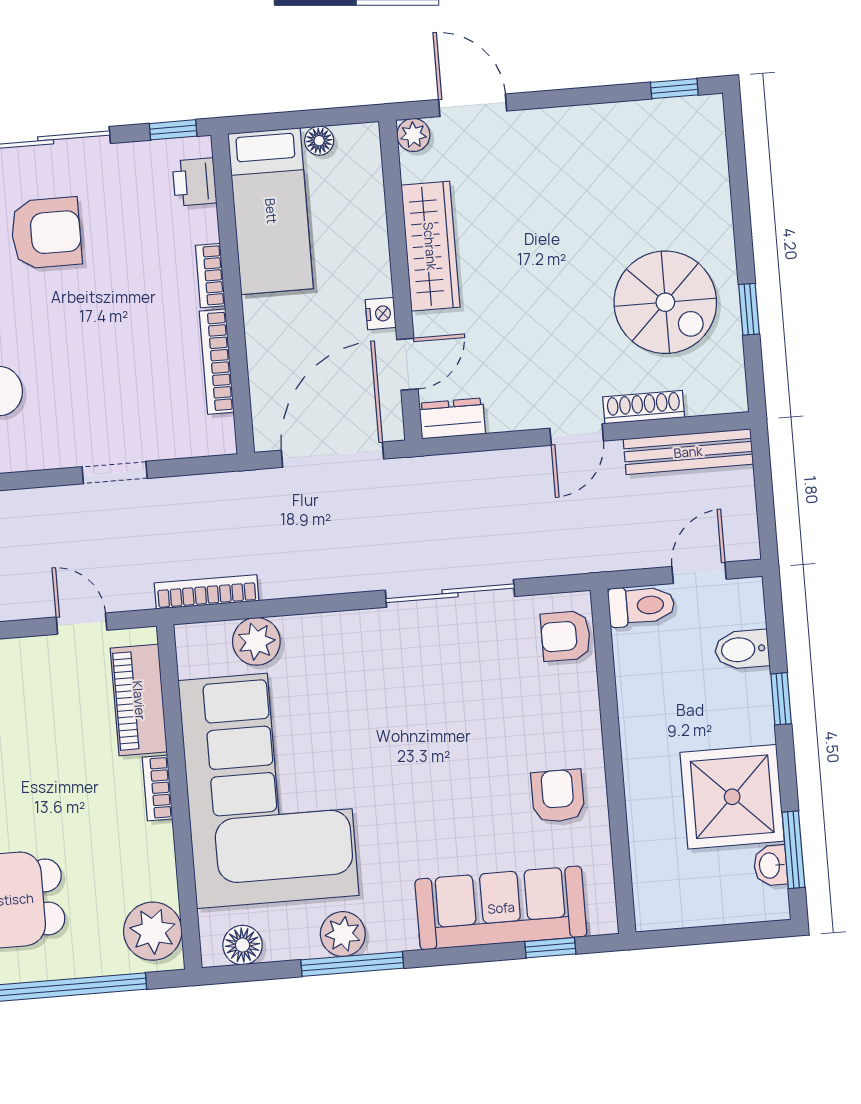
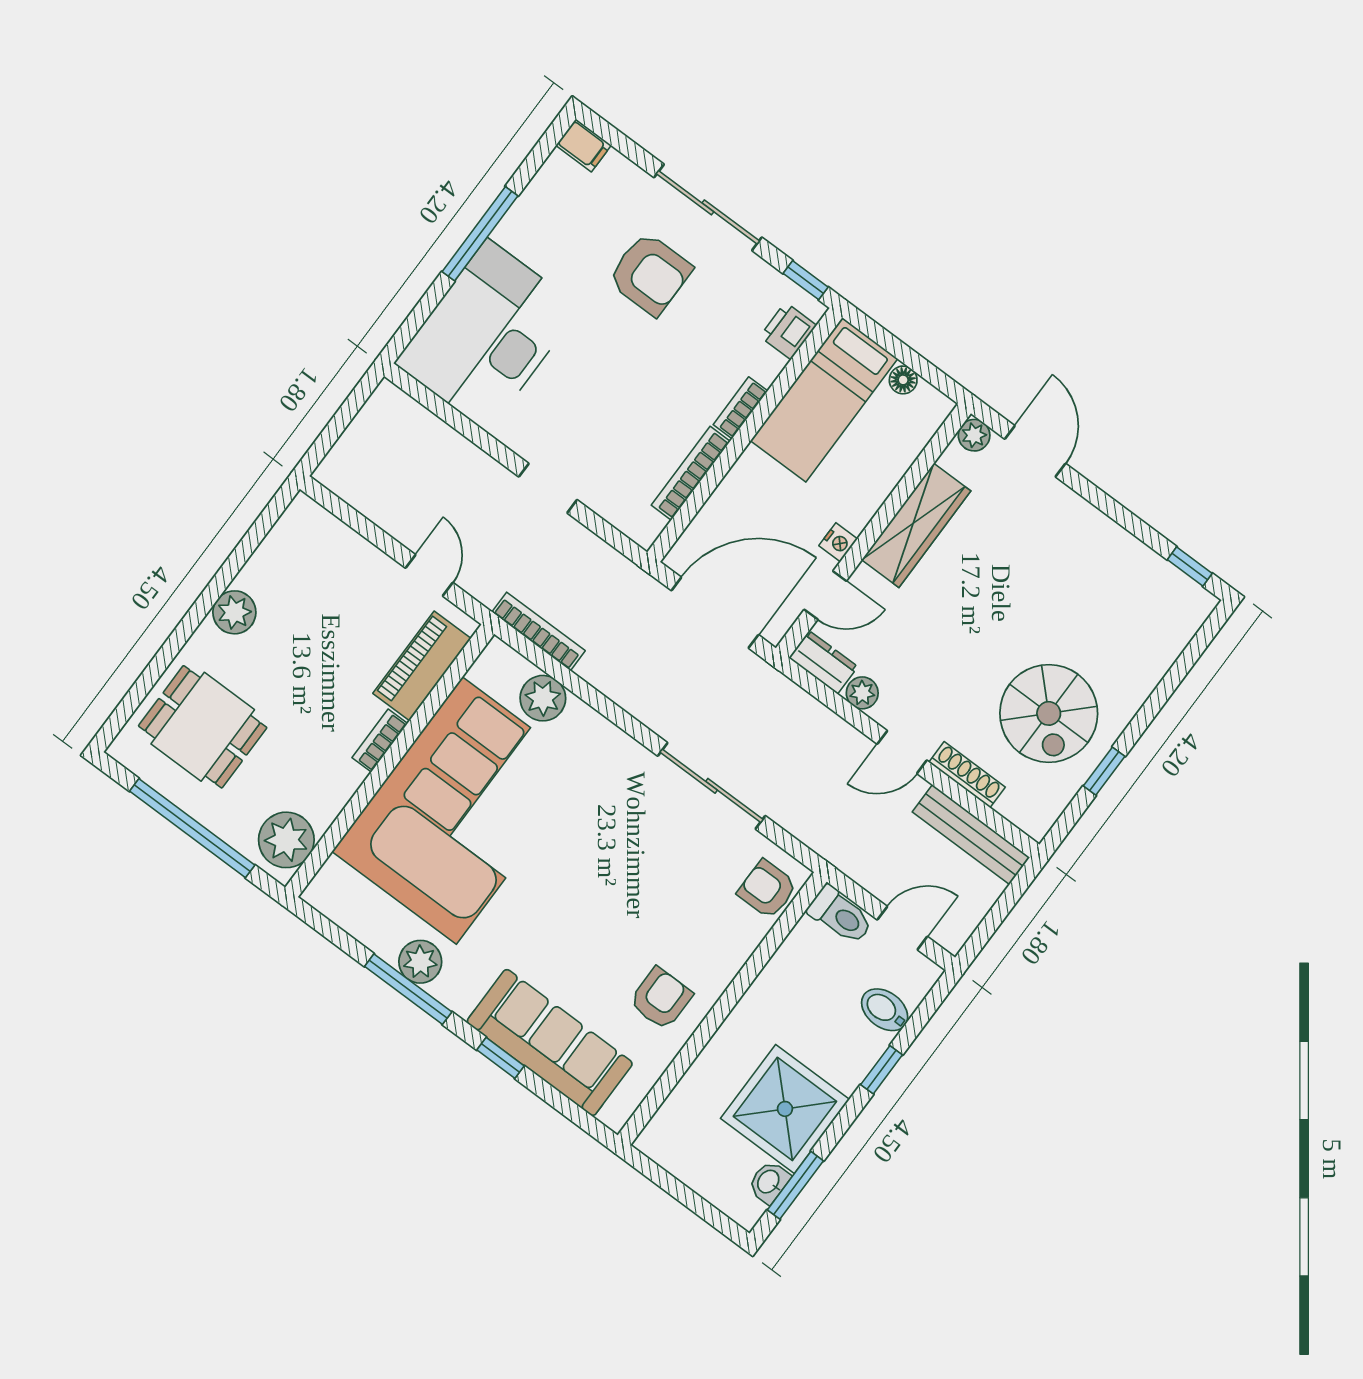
plant: (504, 416) -> (862, 693), added
floor lamp: (242, 945) -> (342, 906), removed
window: (550, 948) -> (500, 1058), moved

